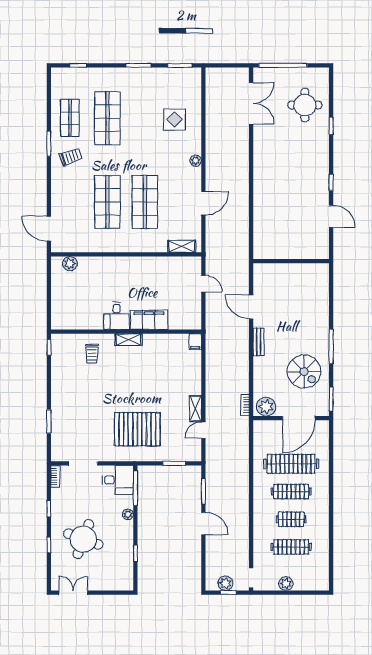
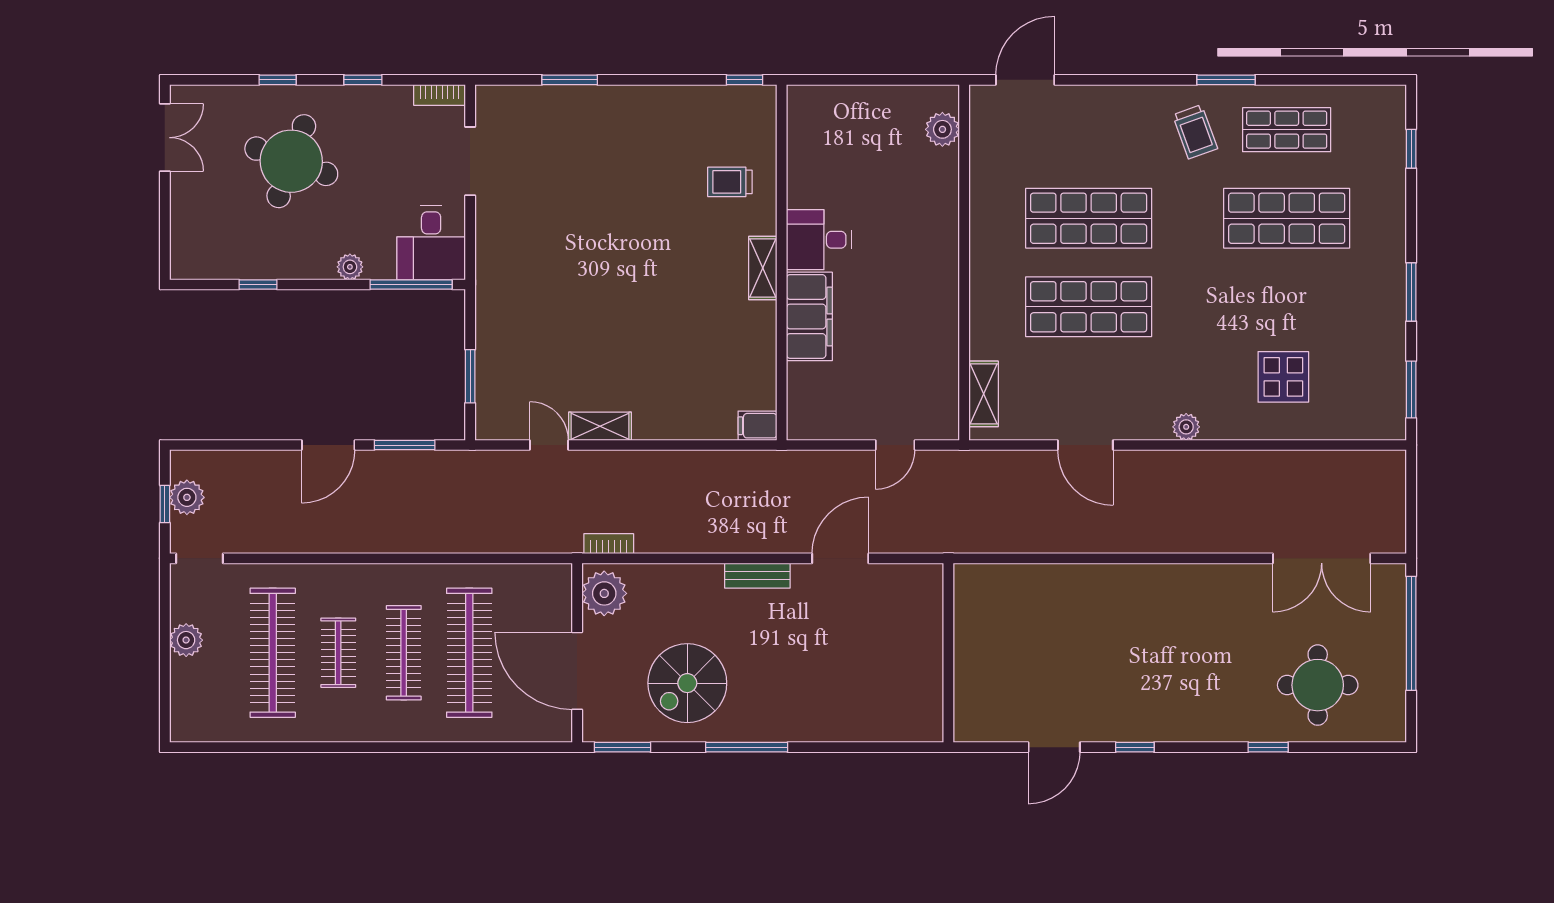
pallet: (137, 429) -> (551, 289), removed
clothes rail: (291, 547) -> (273, 653), width x1.37, depth x1.31

